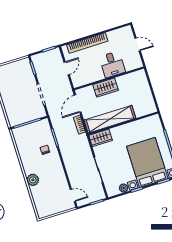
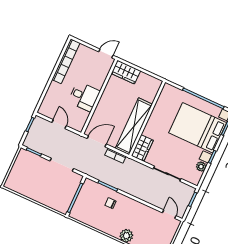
bookcase: (87, 43) -> (66, 61), moved
door: (138, 44) -> (106, 53), moved
desk: (112, 64) -> (84, 96), moved
wardrobe: (106, 88) -> (126, 72), moved, turned 90
door: (78, 104) -> (97, 141), swing flipped
door: (73, 195) -> (169, 214), hinge flipped

